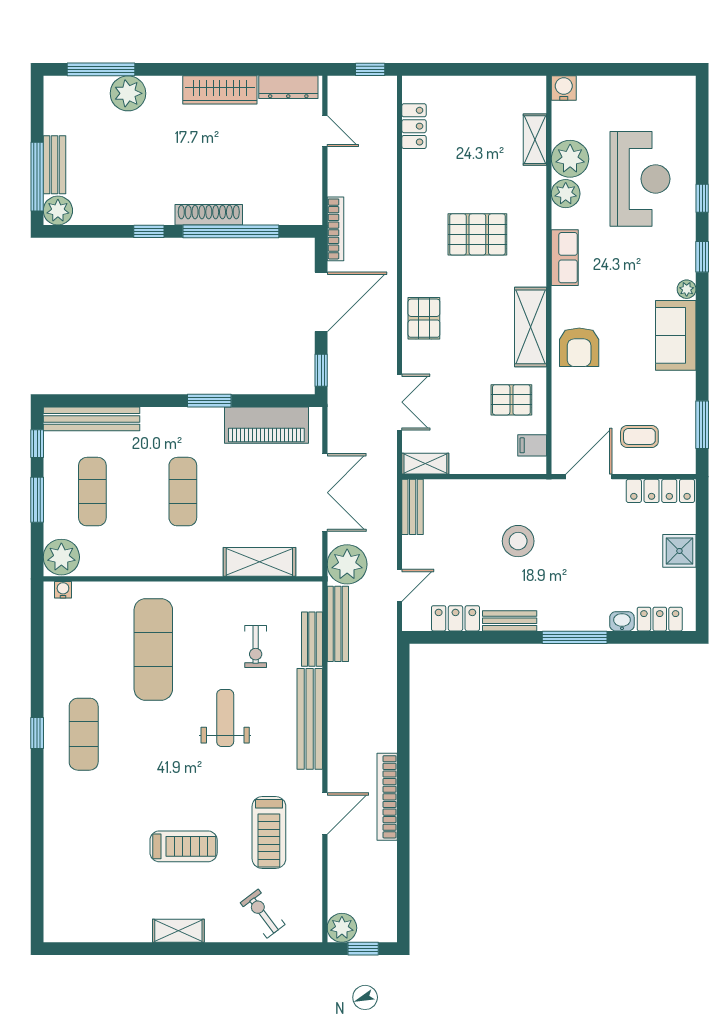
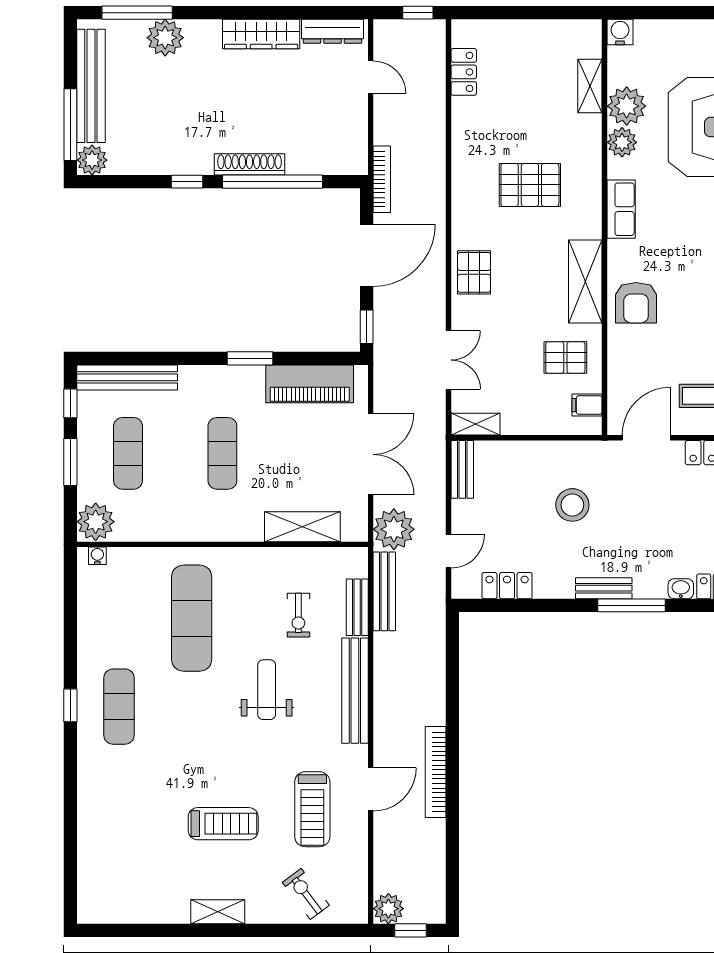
bench: (54, 165) -> (91, 86), width x1.86, depth x1.21
bench: (510, 621) -> (604, 588), moved

